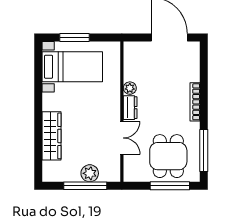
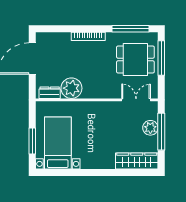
plant: (130, 88) -> (71, 88), width x1.87, depth x1.87
dresser: (130, 108) -> (50, 93), moved
wardrobe: (52, 136) -> (137, 161), moved
double door: (122, 138) -> (136, 100), moved

